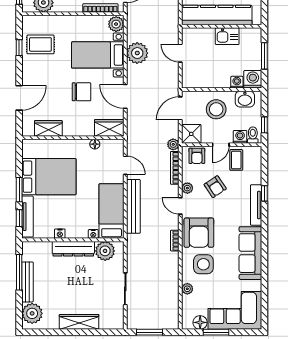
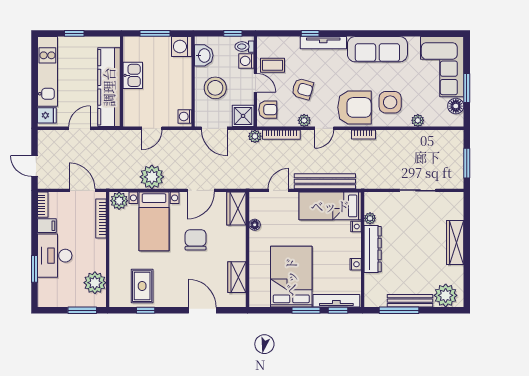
washing machine: (237, 82) -> (185, 116), moved
armchair: (215, 187) -> (303, 89), turned 50
plant: (105, 251) -> (370, 218), width x0.53, depth x0.53

